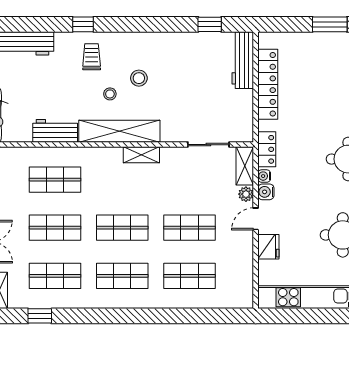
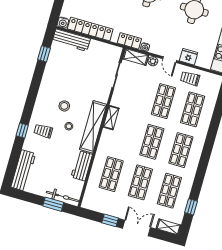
water cooler: (266, 192) -> (63, 23), moved
trolley: (236, 259) -> (190, 78), added

